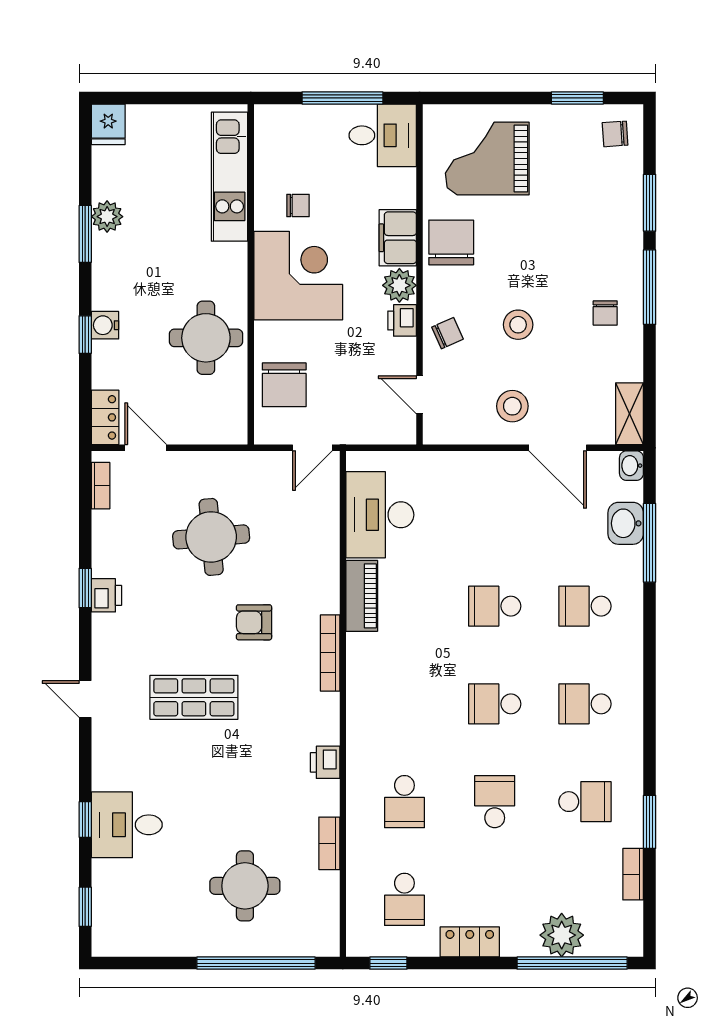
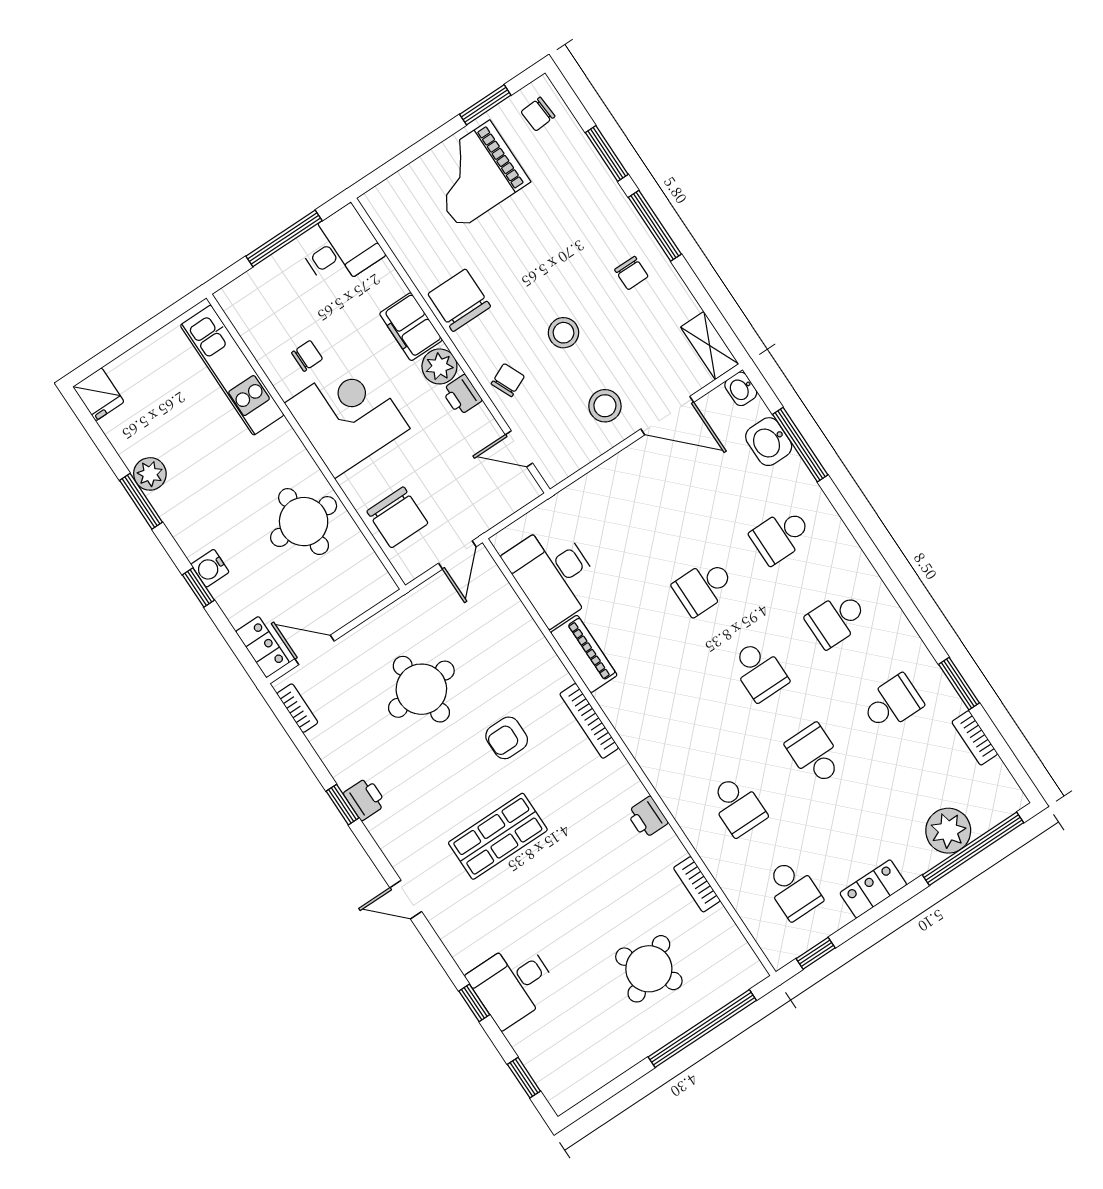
grand piano: (487, 159) -> (475, 175), moved
school desk: (495, 704) -> (759, 671), turned -90
round table: (245, 886) -> (649, 969), turned -30

